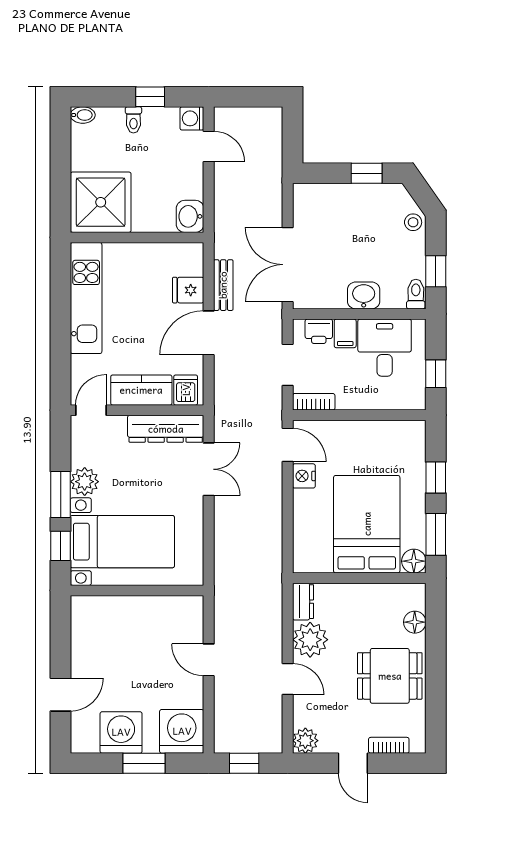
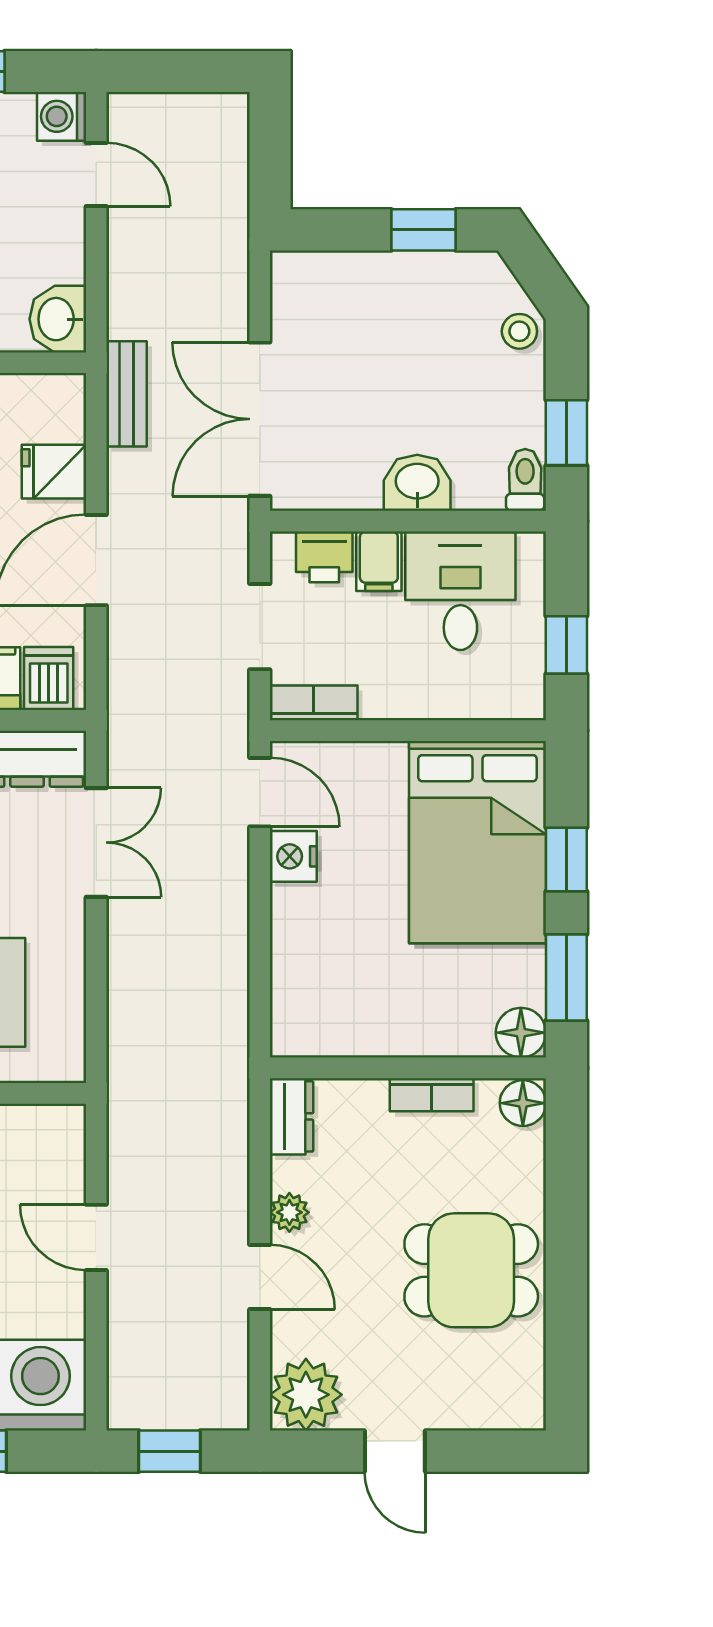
bench: (223, 285) -> (127, 394), moved
bed: (367, 524) -> (478, 842), moved, turned 180
floor lamp: (415, 622) -> (523, 1103), moved
plant: (310, 640) -> (289, 1212), width x0.53, depth x0.53
plant: (305, 741) -> (306, 1395), width x1.36, depth x1.36
bookcase: (389, 745) -> (432, 1095), moved, turned 180

